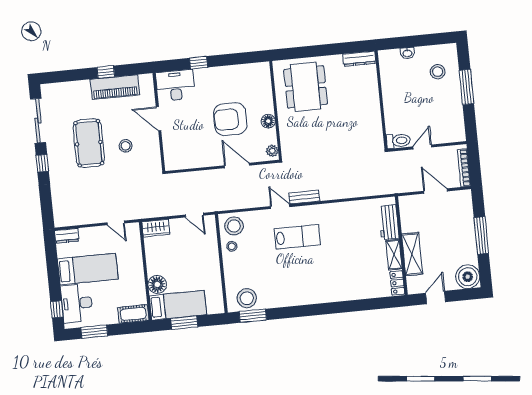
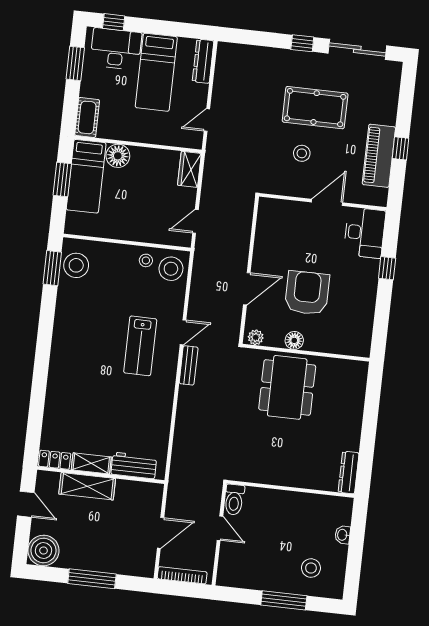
dining table: (306, 87) -> (287, 387), moved, turned 90
dresser: (67, 236) -> (203, 61), width x1.44

